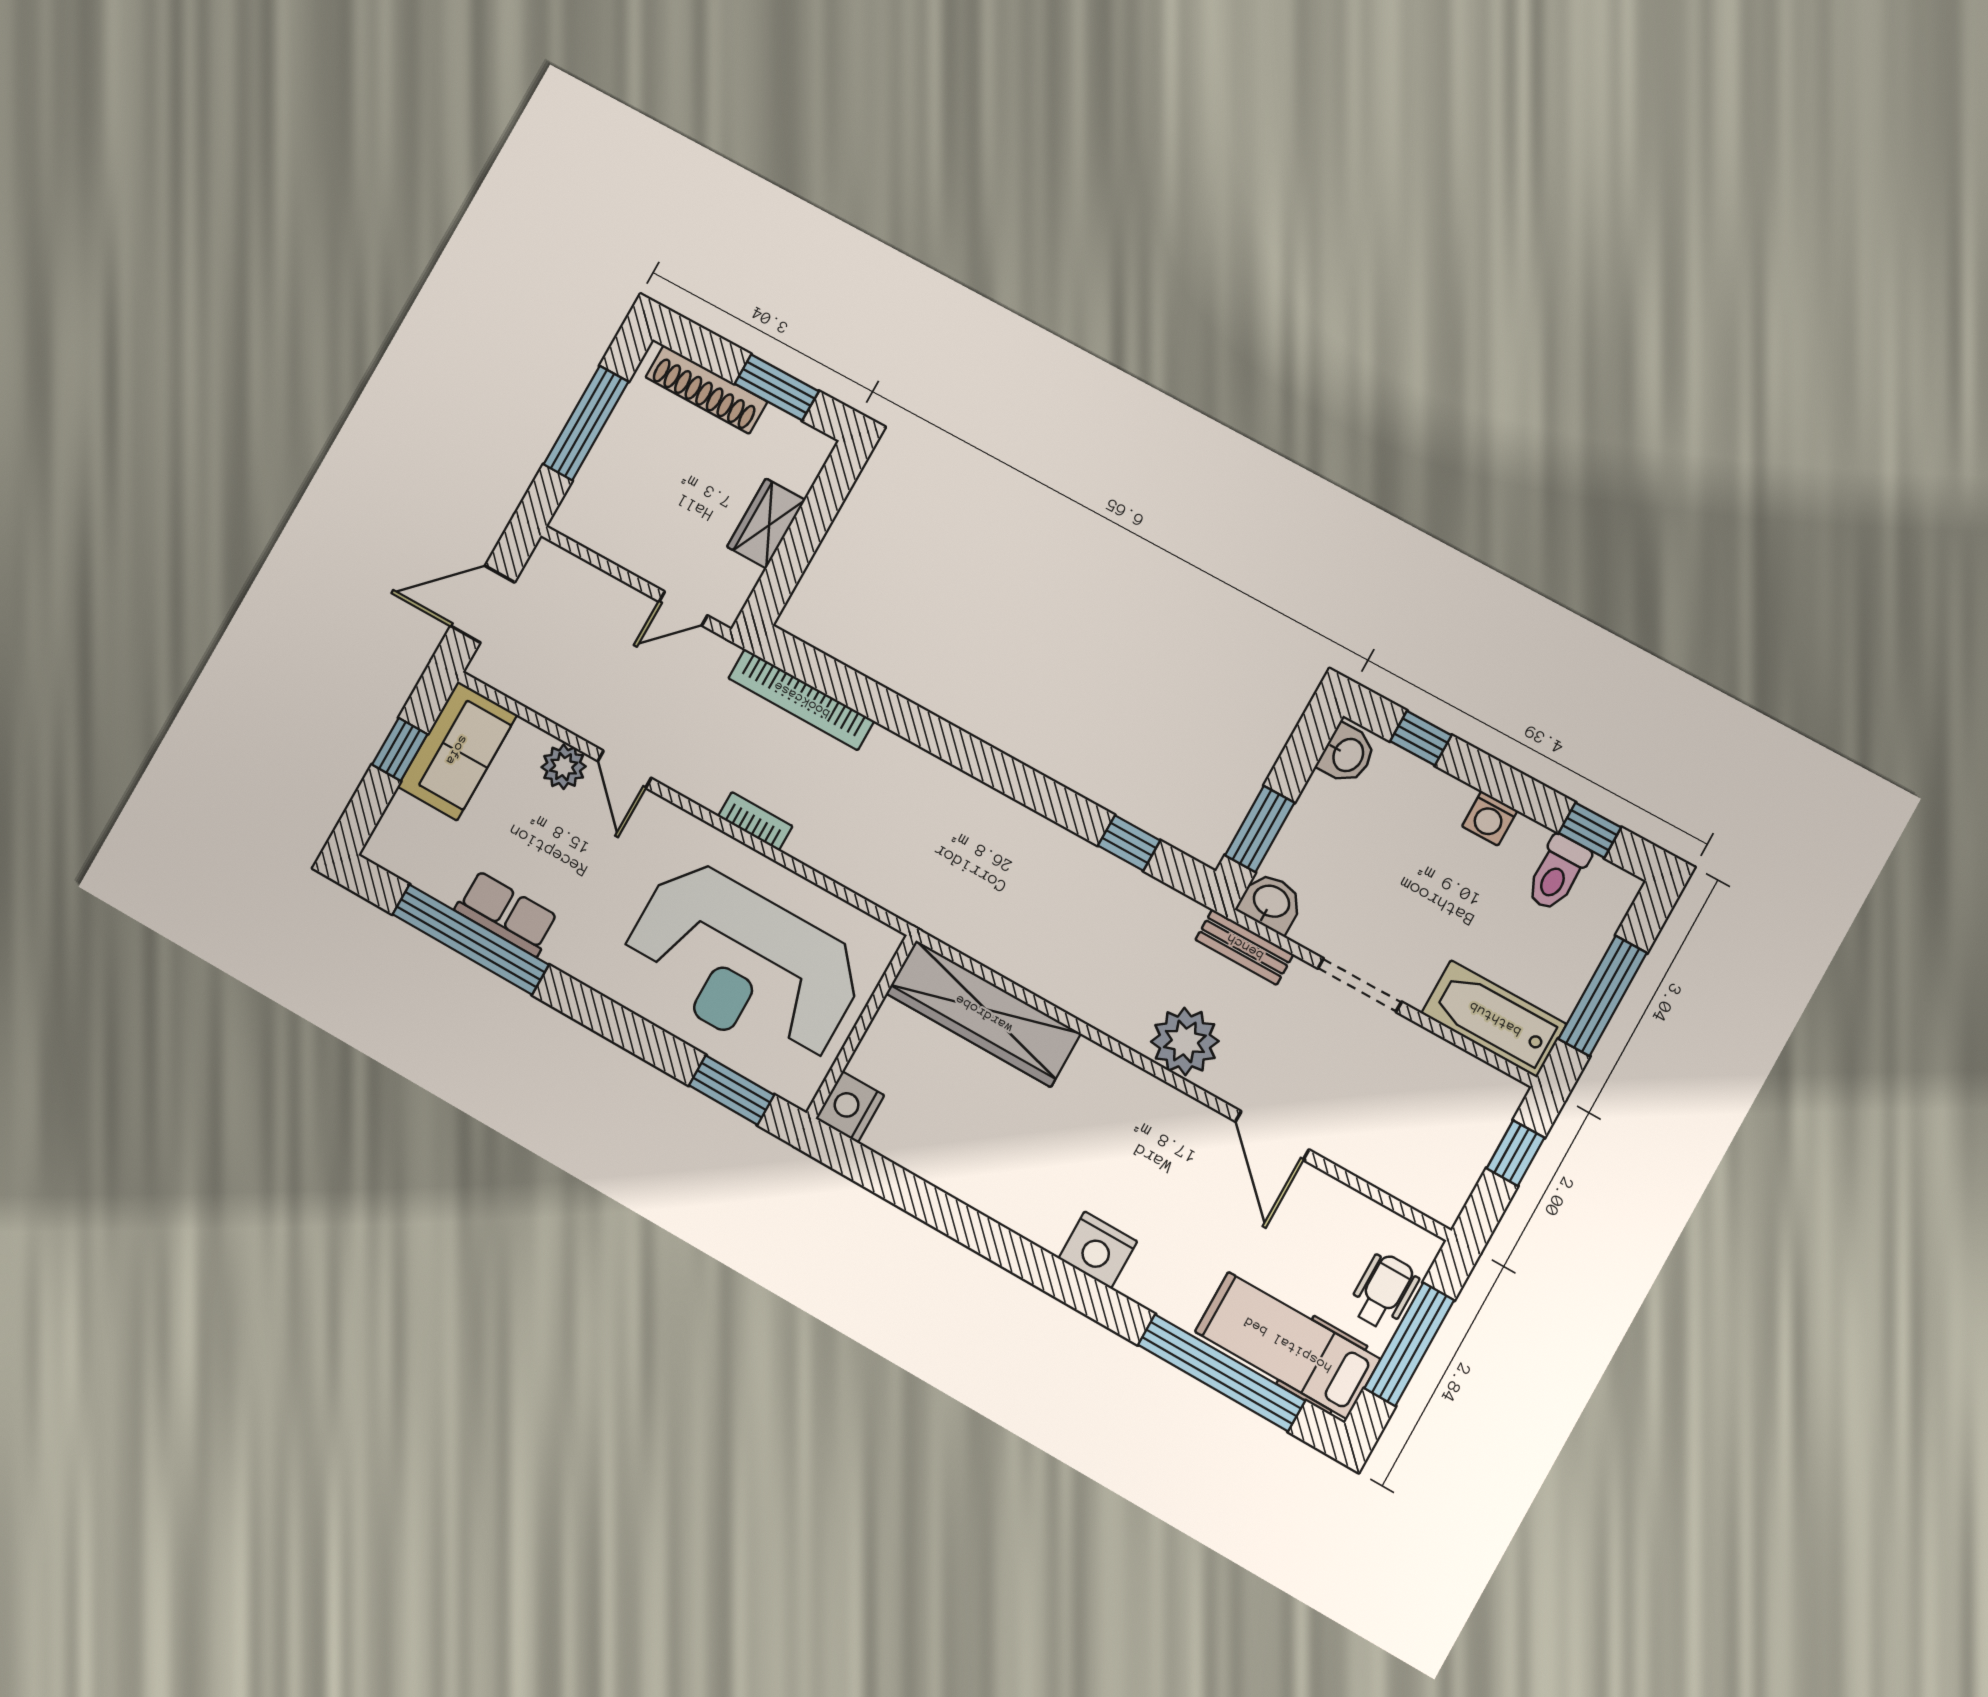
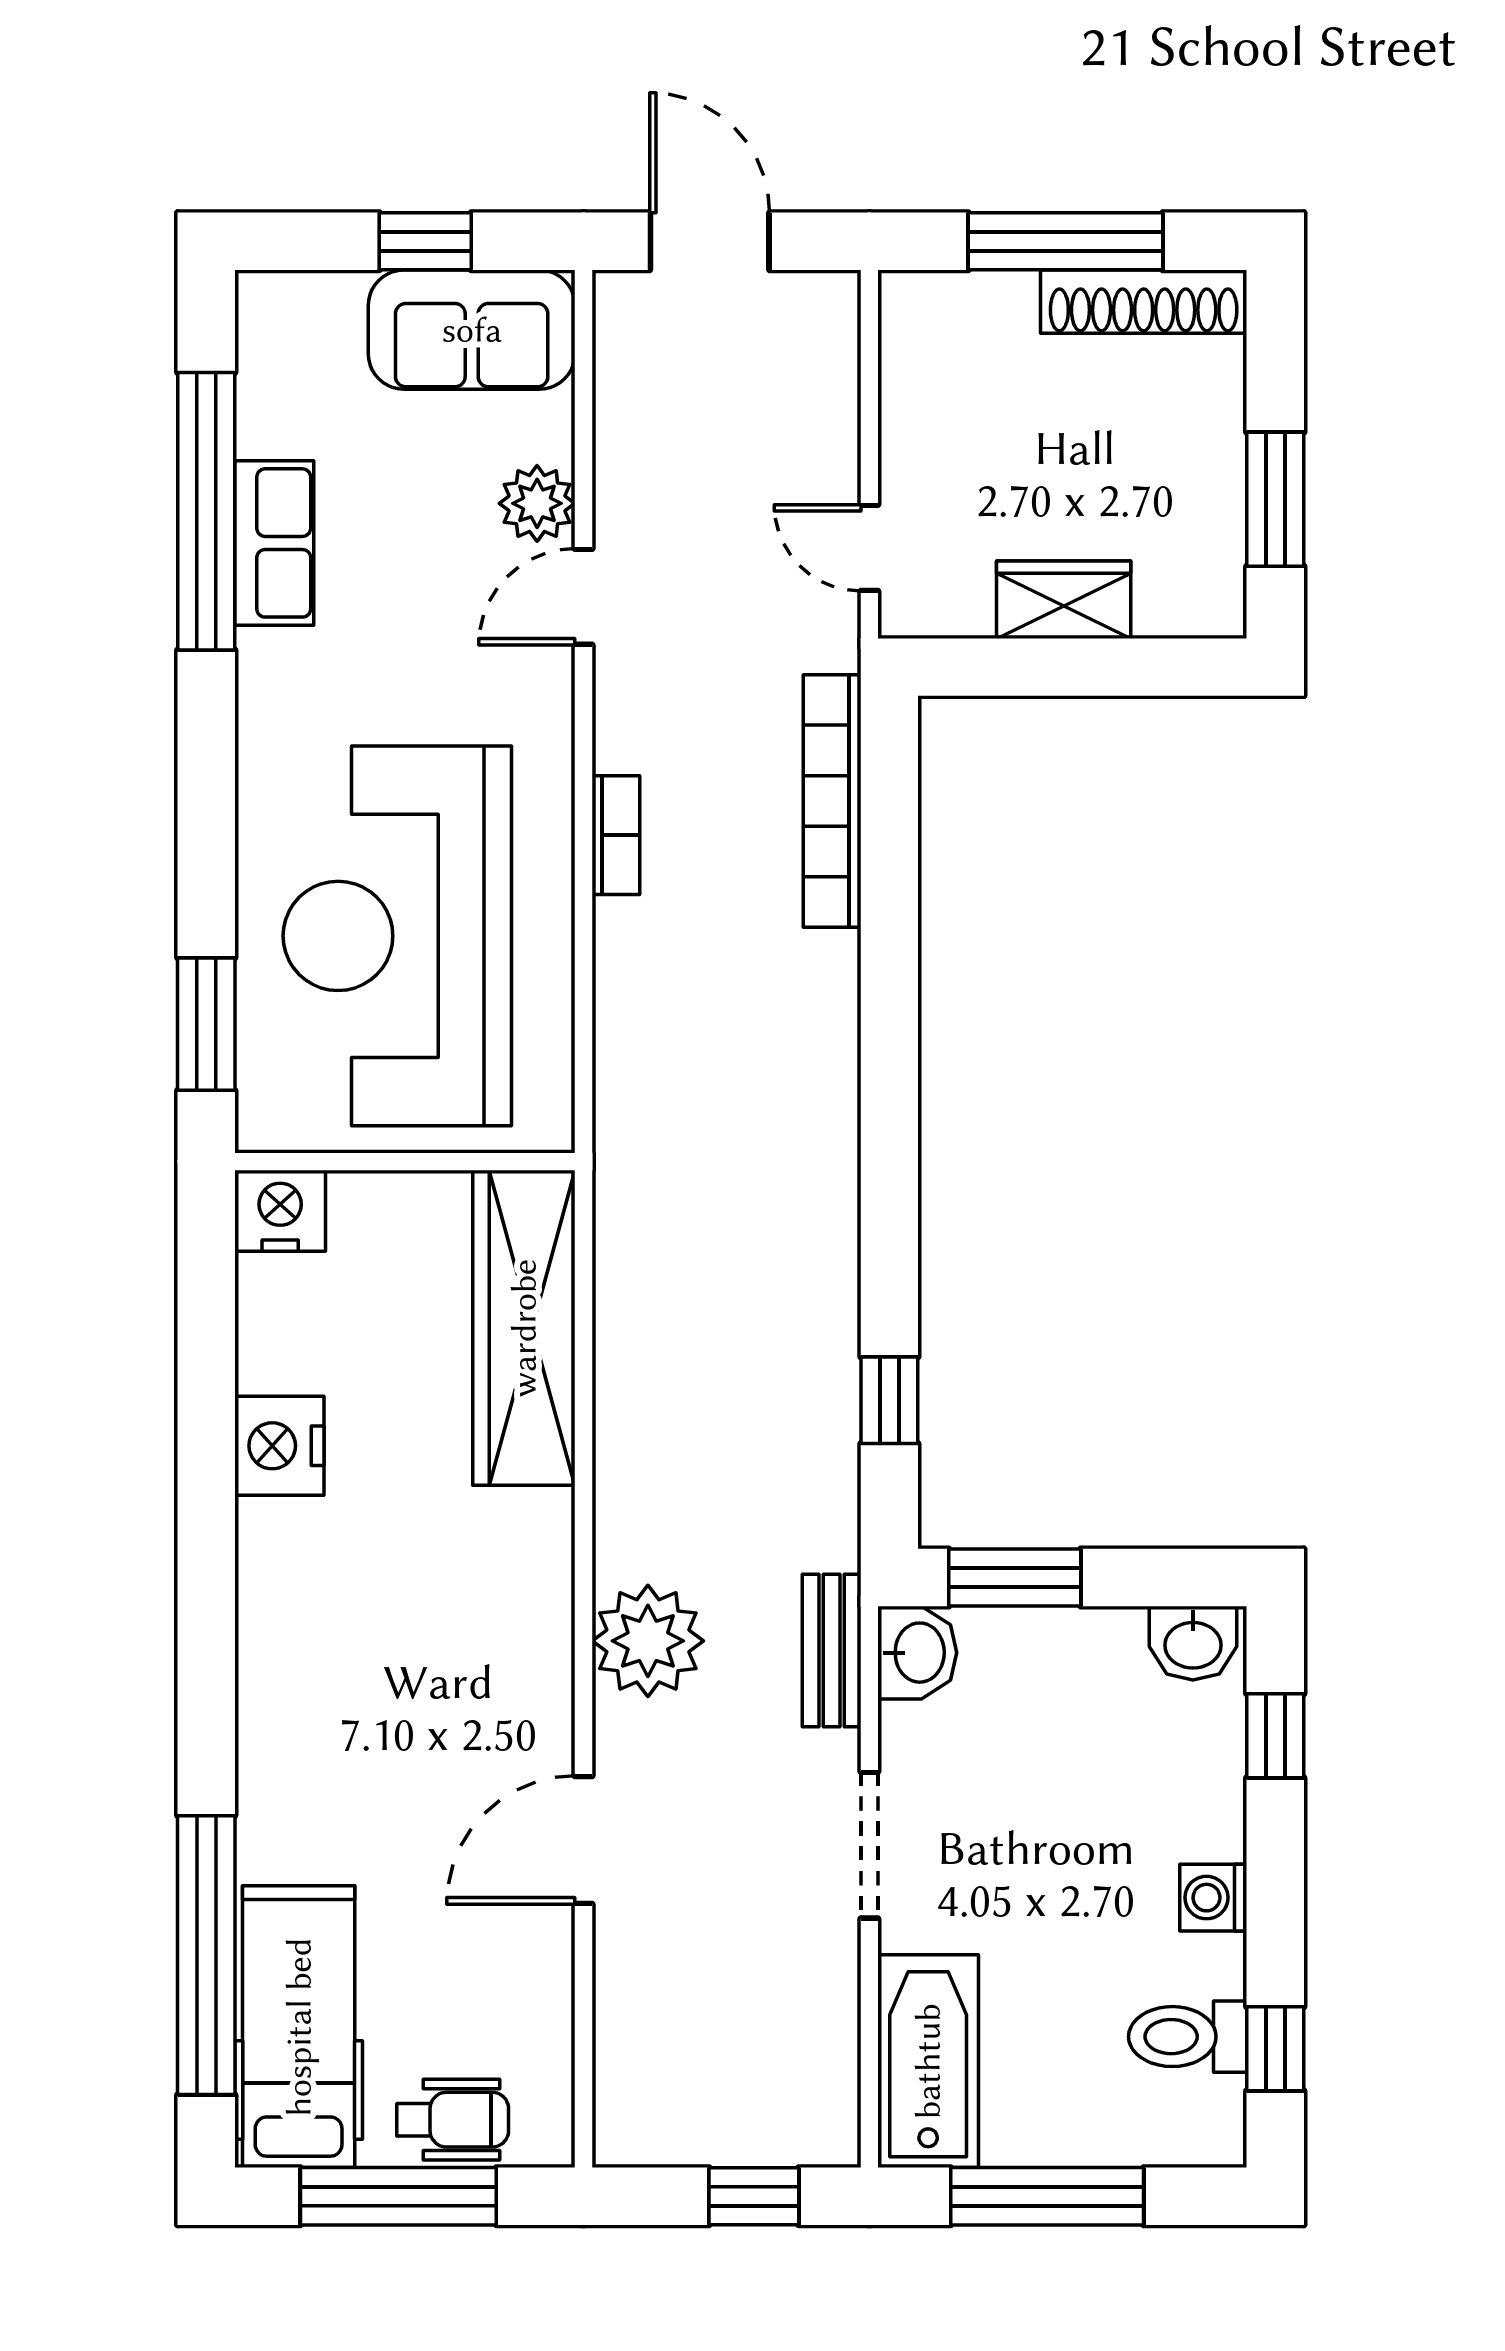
shoe rack: (706, 389) -> (1144, 302), moved, turned -90
nightstand: (1098, 1250) -> (279, 1446), moved

